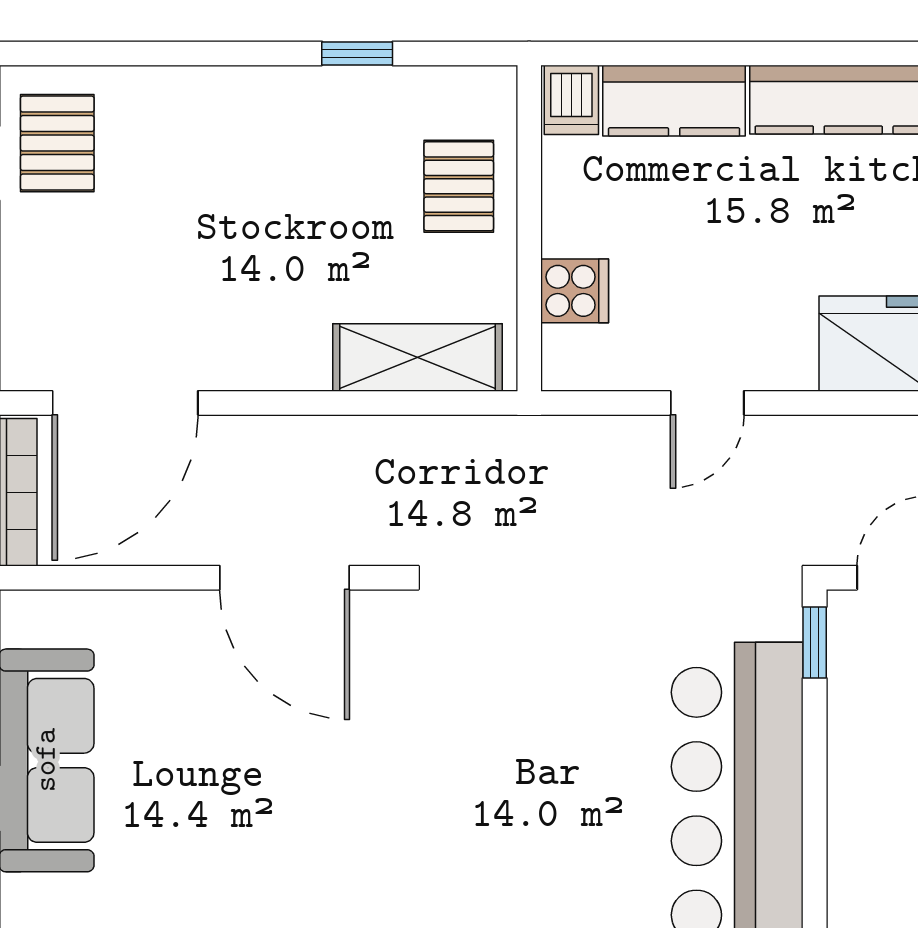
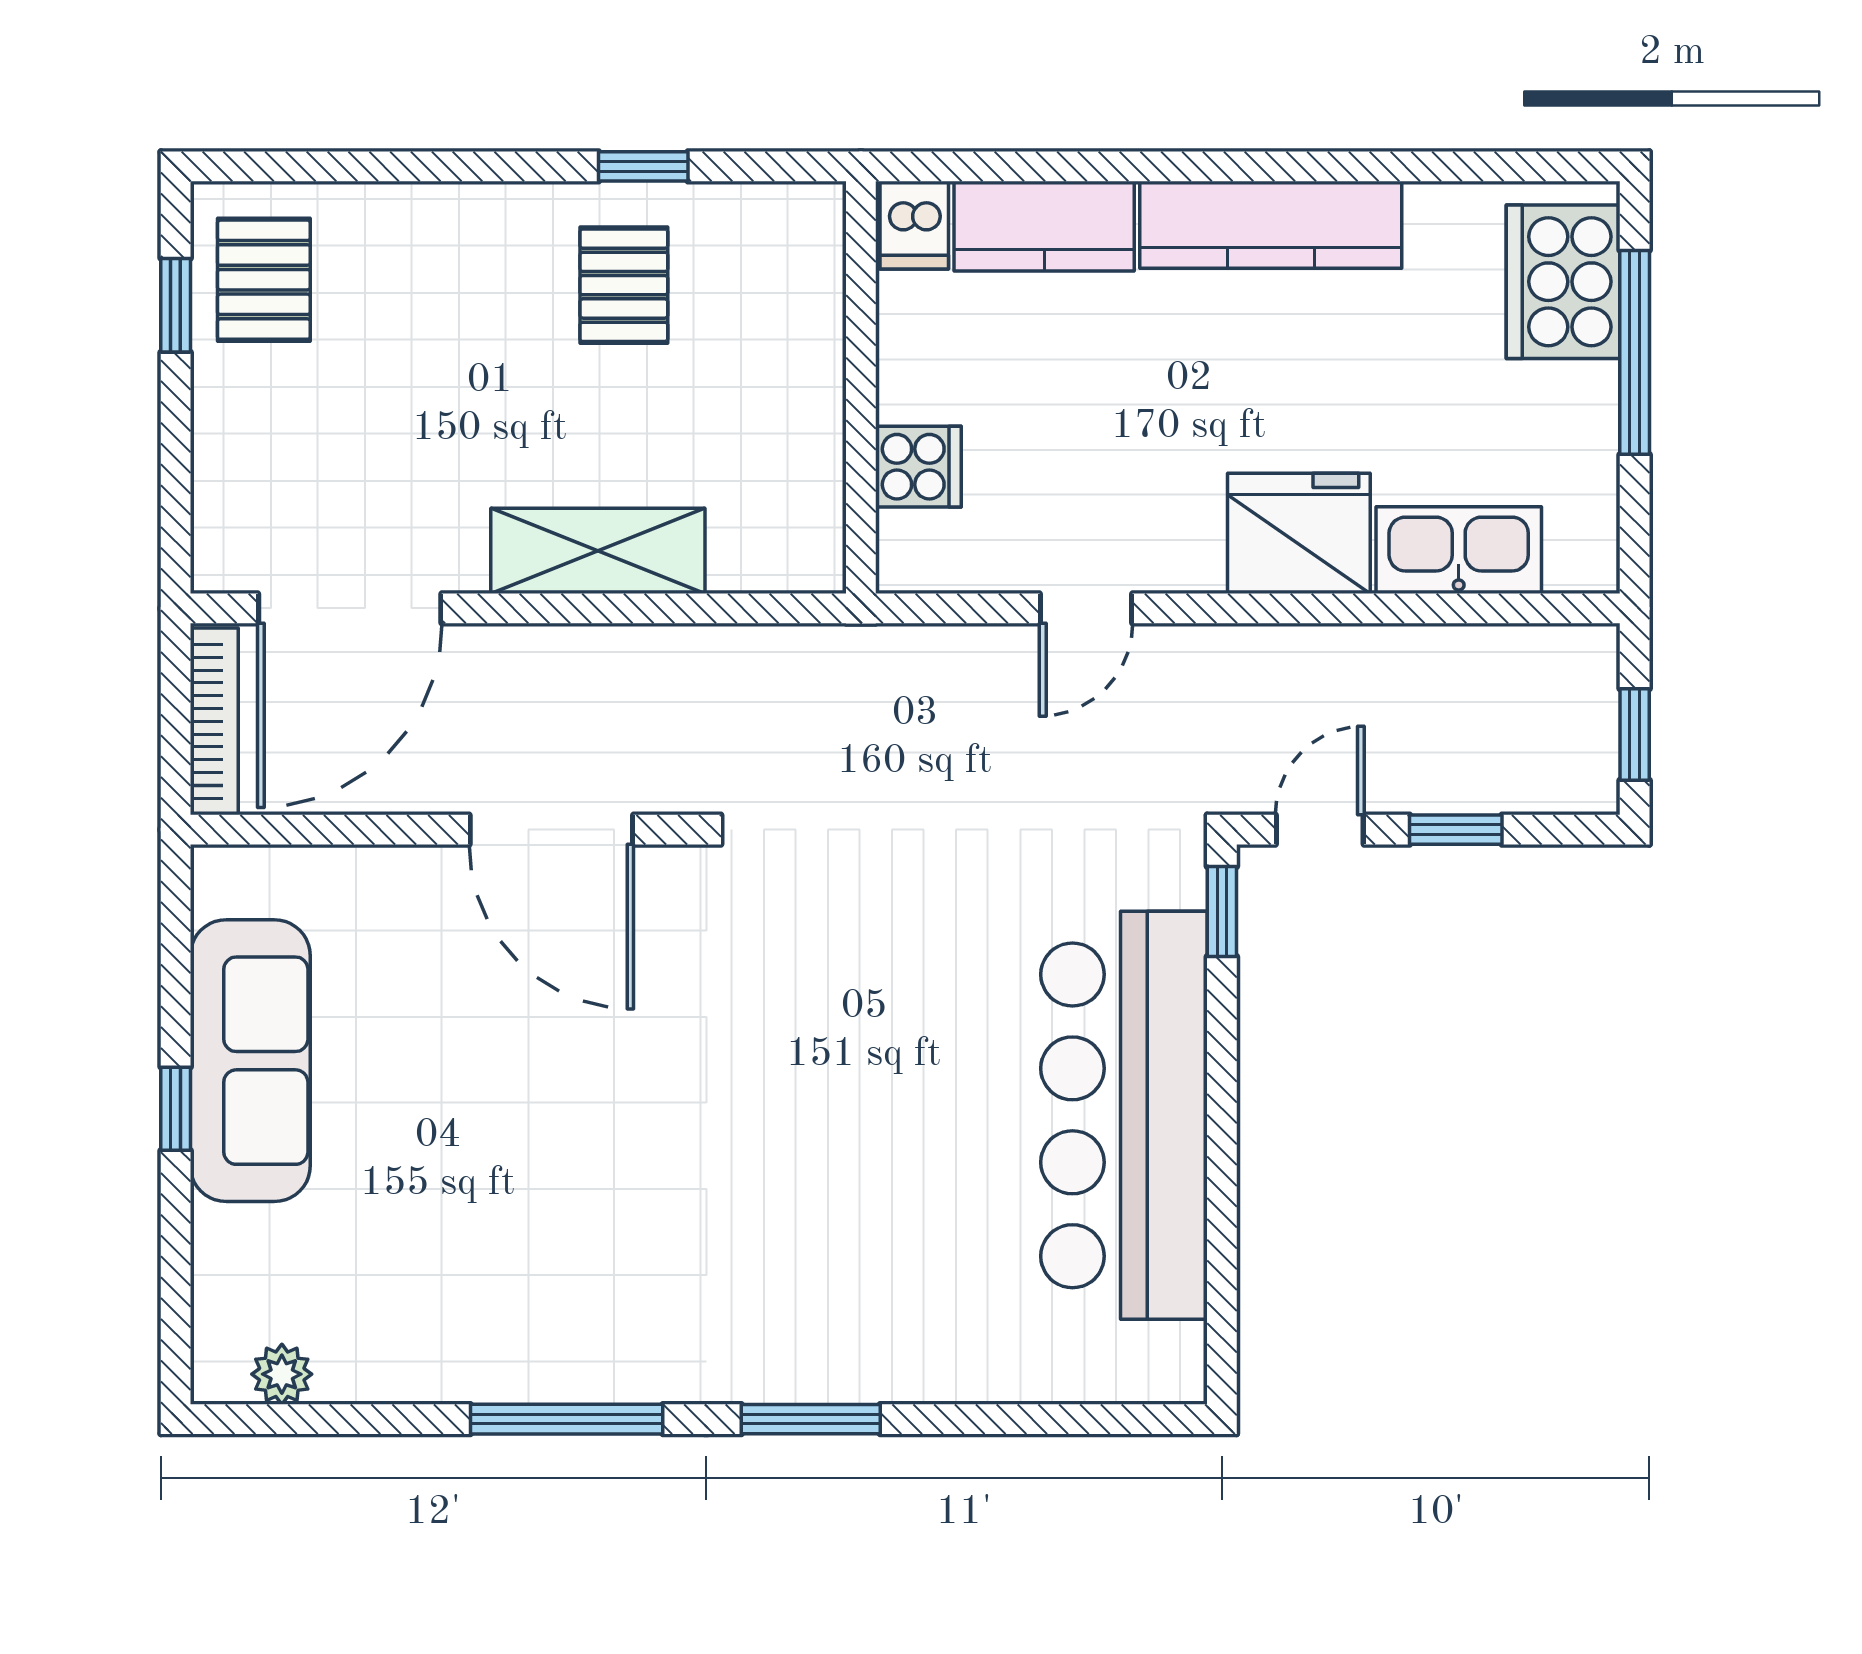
pallet: (459, 186) -> (624, 285), moved
shelving: (418, 358) -> (598, 551), moved

